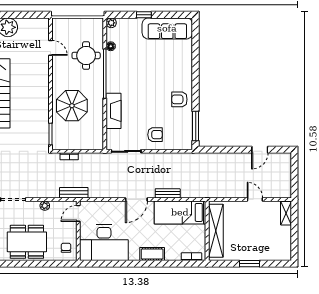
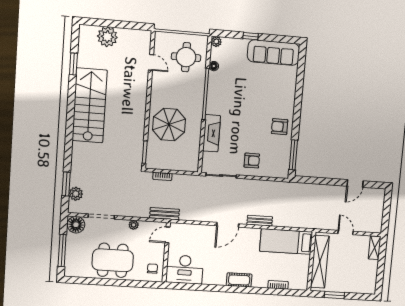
round table: (86, 55) -> (186, 57), moved
bed: (180, 212) -> (286, 242), moved
wall: (207, 231) -> (311, 261), moved
shelving: (216, 231) -> (320, 262), moved
desk: (104, 243) -> (185, 269), width x0.73, depth x0.77

